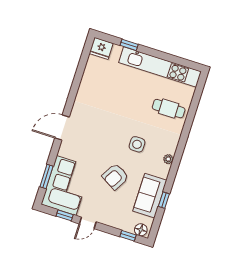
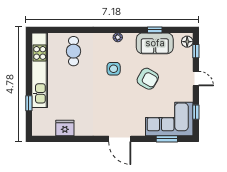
fridge: (101, 48) -> (65, 128), moved, turned -90
door: (88, 223) -> (196, 79), moved

